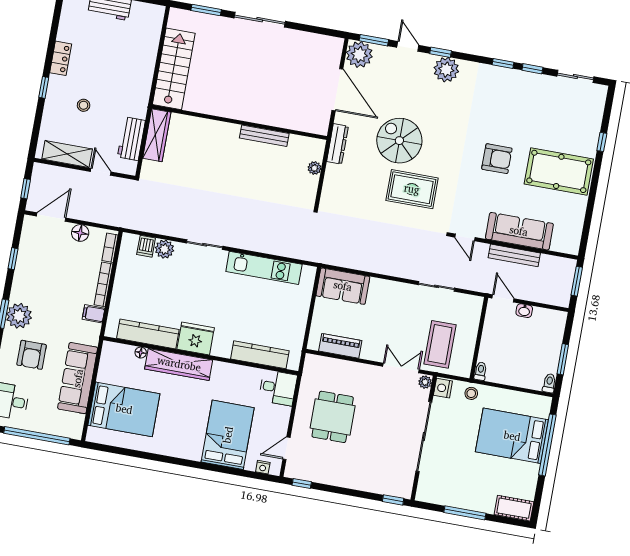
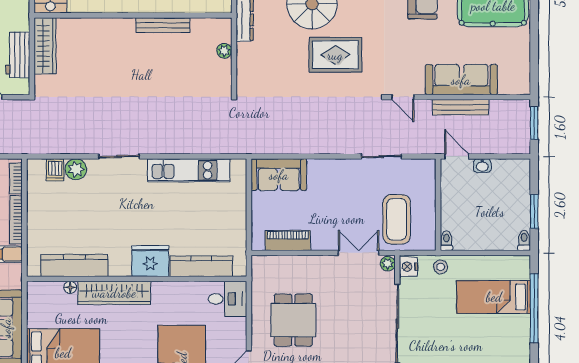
fridge: (196, 339) -> (150, 261), moved
bed: (512, 436) -> (494, 297), width x0.67

